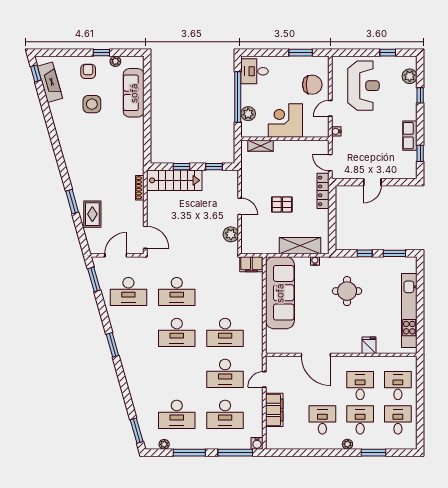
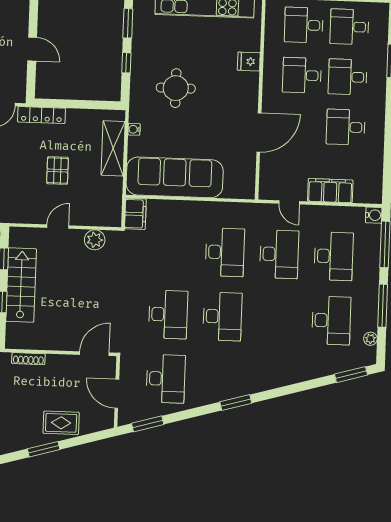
stairs: (174, 180) -> (21, 285), moved
plant: (347, 444) -> (379, 95), removed

